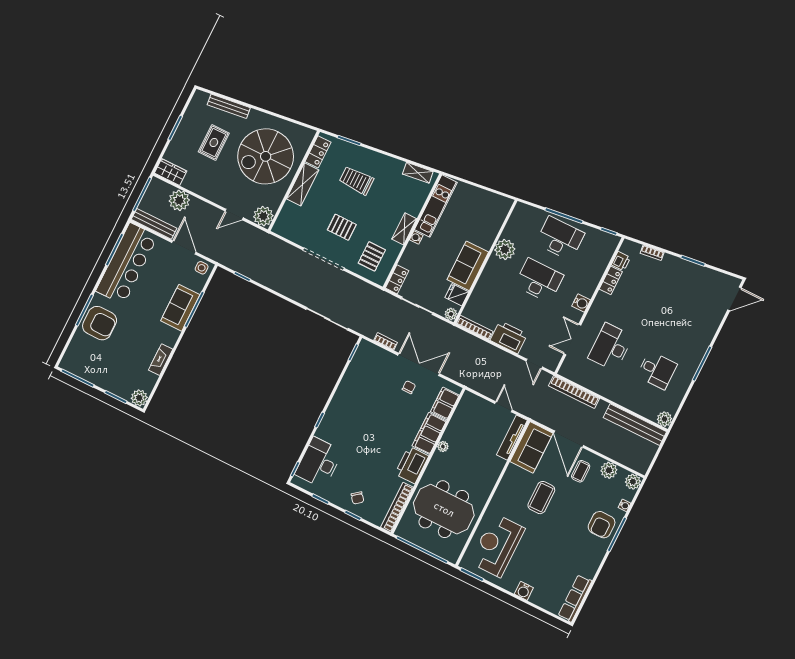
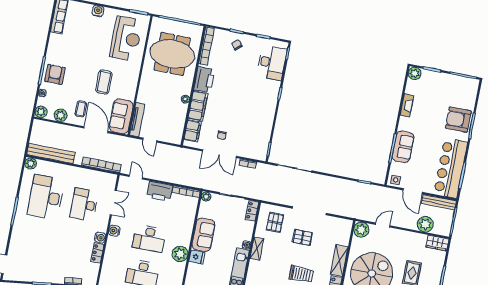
printer: (621, 261) -> (94, 269), removed
fridge: (457, 295) -> (197, 257), moved
water cooler: (602, 299) -> (100, 238), added
desk: (611, 347) -> (84, 205), turned 180
desk: (657, 370) -> (46, 197), width x1.87, depth x1.30

